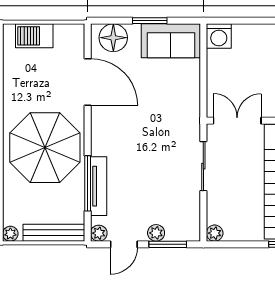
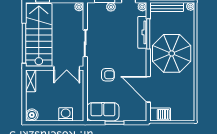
barbecue: (34, 36) -> (160, 114), moved
washing machine: (219, 36) -> (66, 114), moved
floor lamp: (113, 38) -> (134, 113), removed
armchair: (162, 108) -> (108, 75), added

